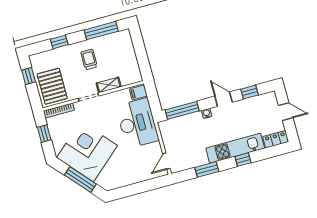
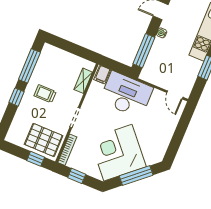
window: (59, 42) -> (16, 97), moved
window: (29, 76) -> (36, 159), moved
shelving: (109, 85) -> (83, 81), moved

